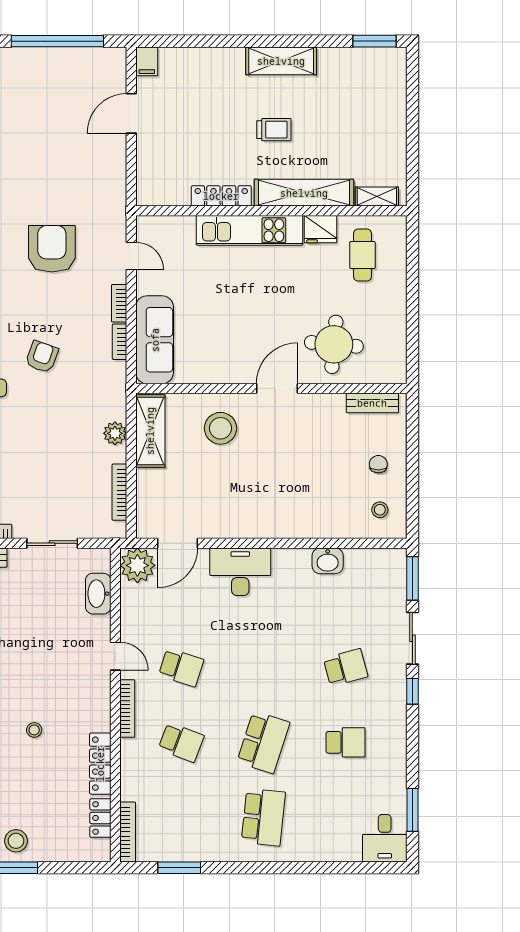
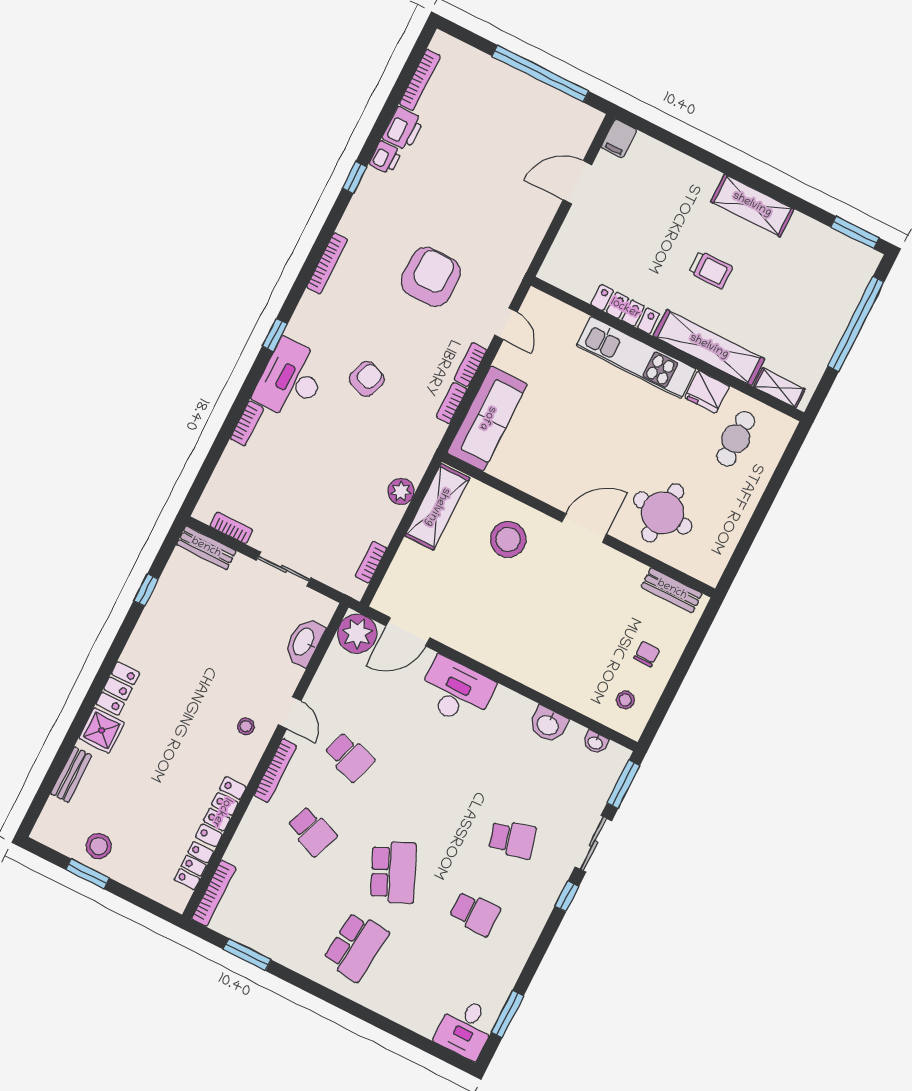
window: (412, 114) -> (856, 324), added
bookcase: (119, 492) -> (371, 562), width x0.64
washbasin: (373, 556) -> (595, 742), added
stool: (34, 730) -> (246, 726), moved
school desk: (263, 742) -> (393, 872), turned -42

